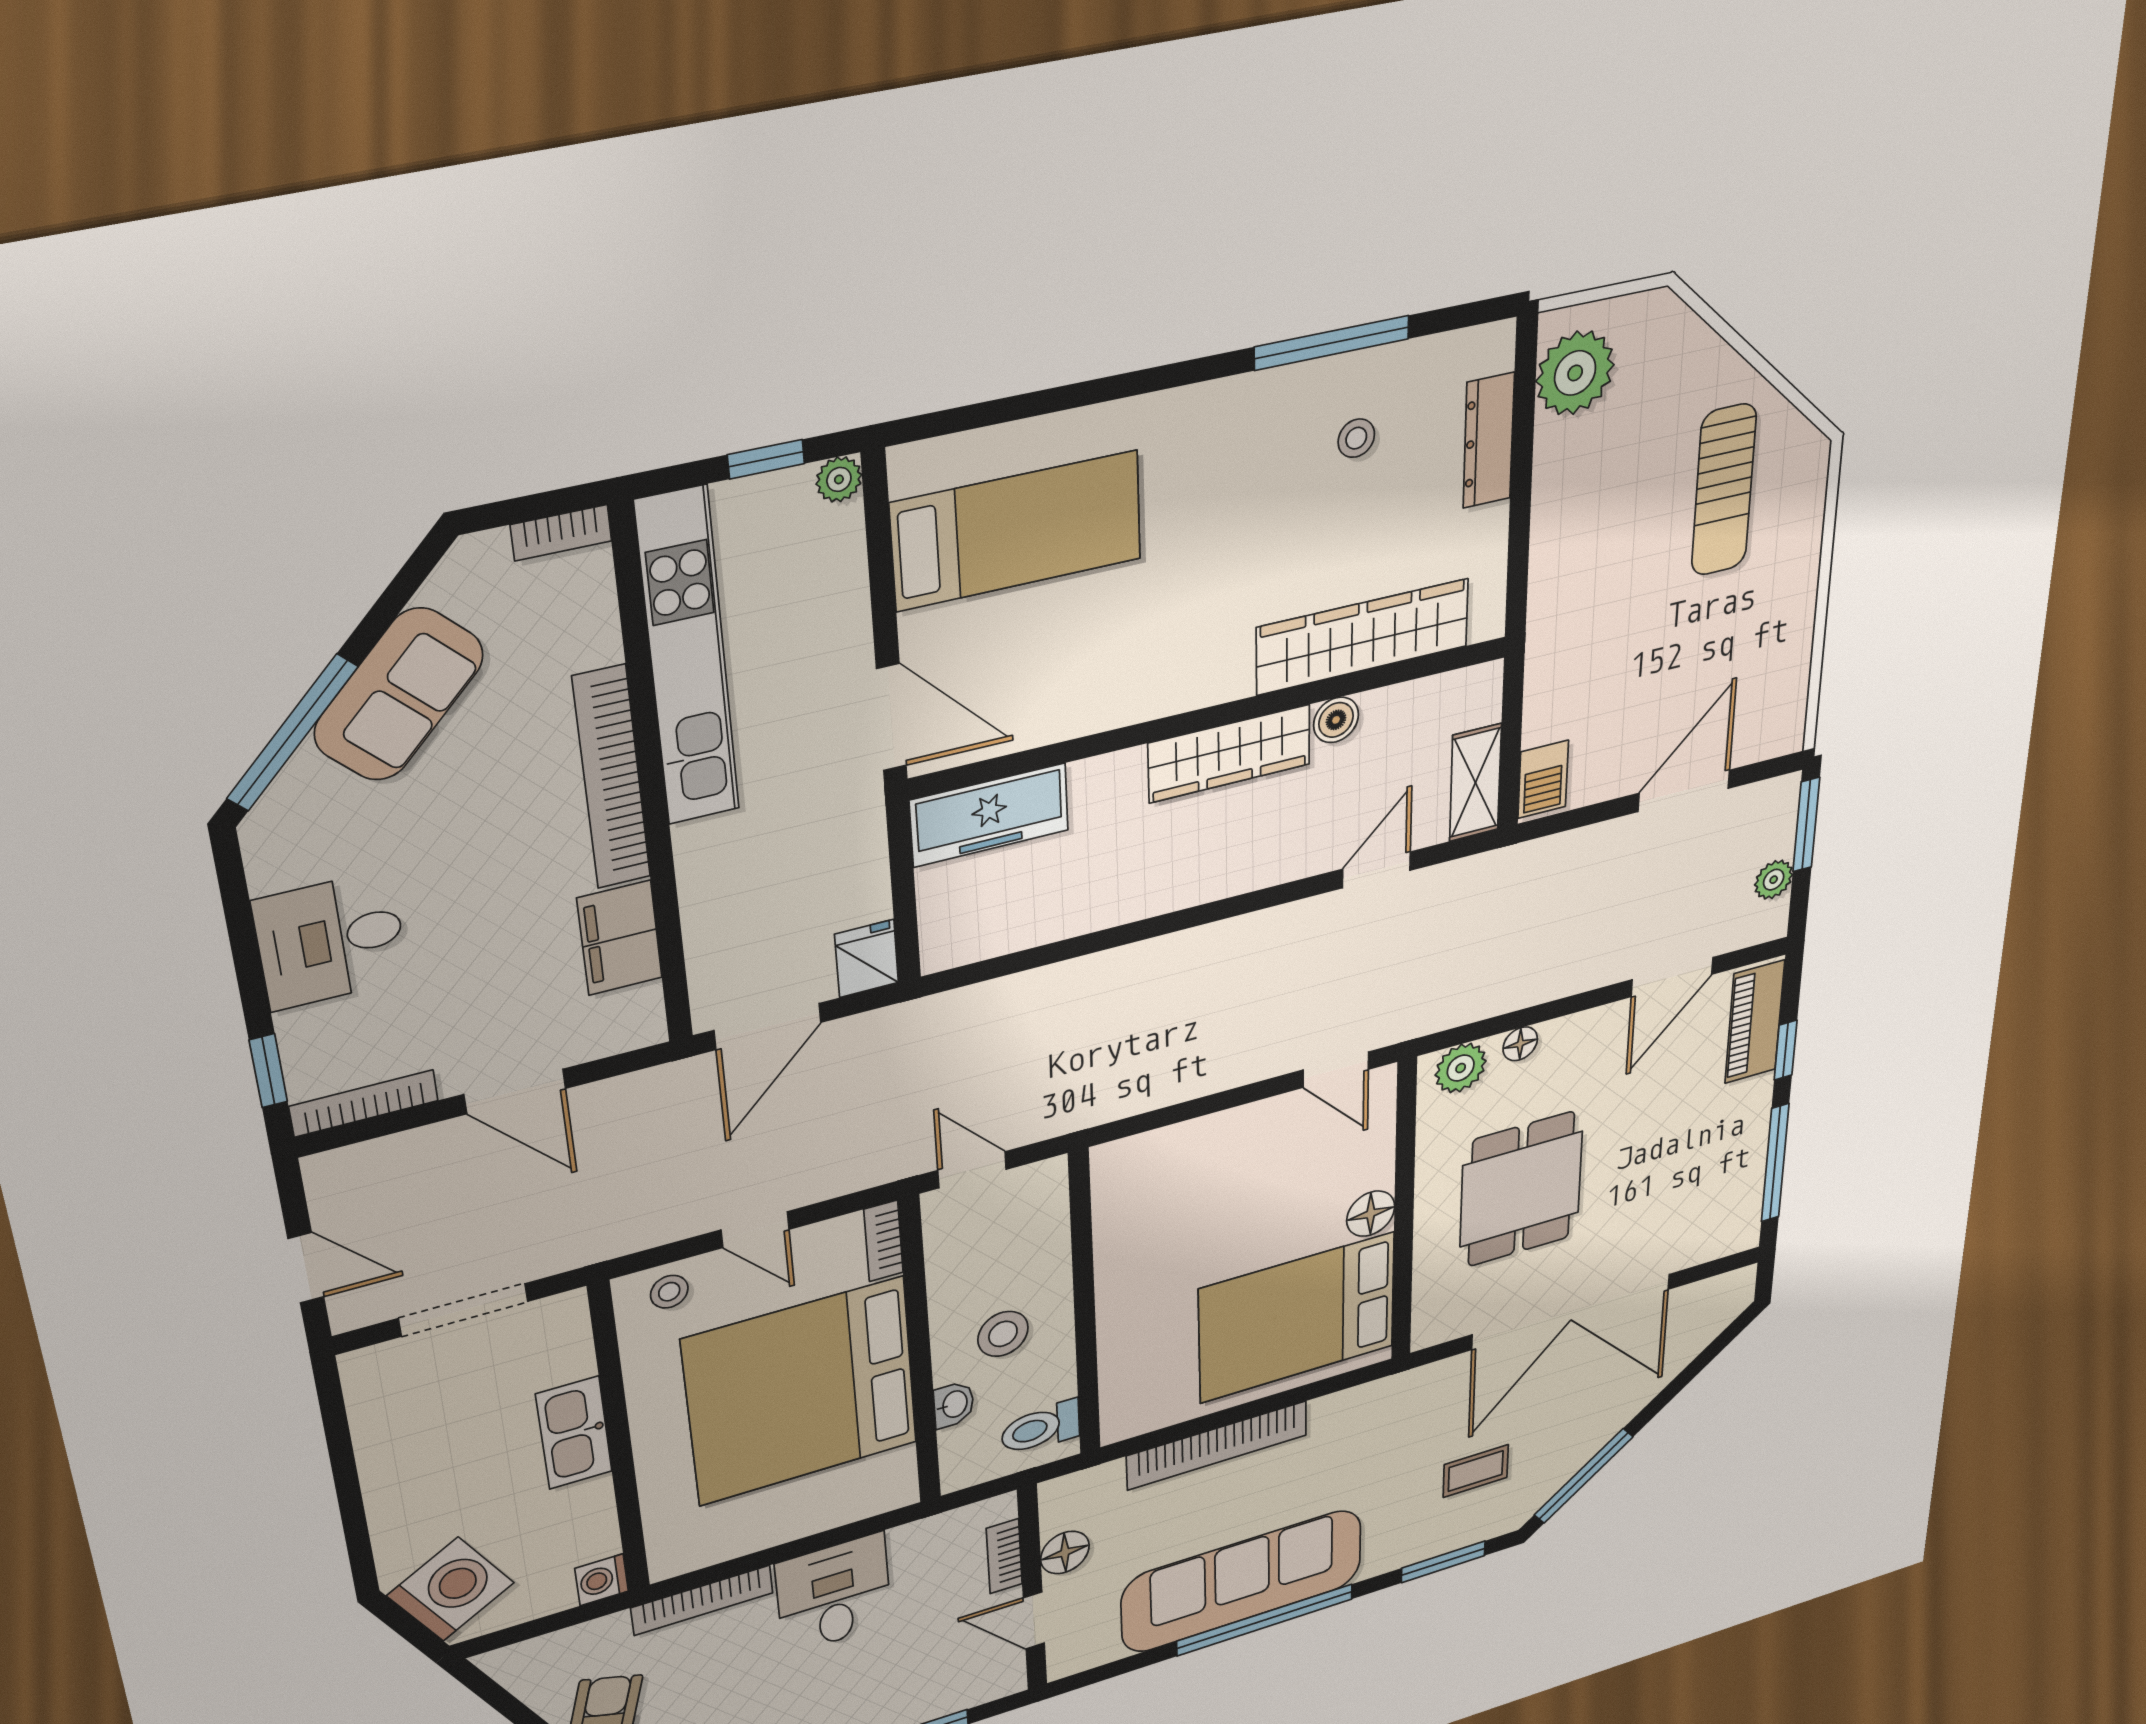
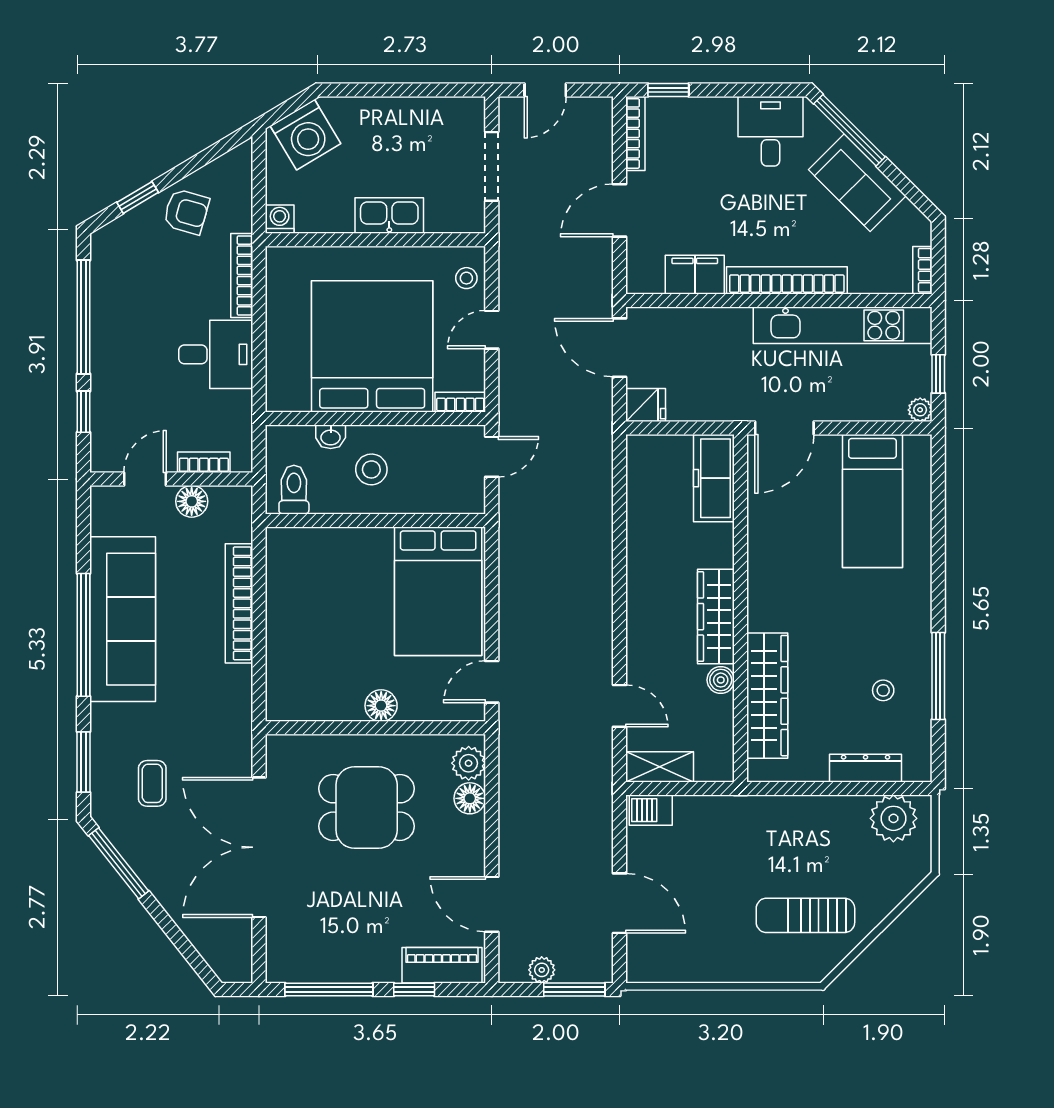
desk: (331, 940) -> (770, 131), moved
floor lamp: (1520, 1044) -> (470, 798), width x1.37, depth x1.37
bed: (1297, 1318) -> (438, 591), moved, turned 180

